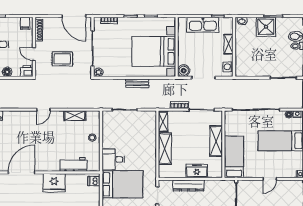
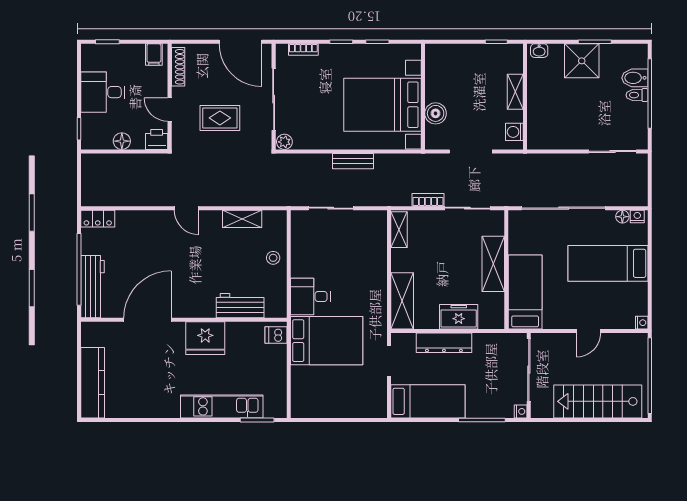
kitchen sink: (203, 25) -> (470, 57), removed
boiler: (184, 71) -> (436, 113), moved
door: (43, 110) -> (186, 208), hinge flipped
shelving: (165, 149) -> (402, 301), moved

